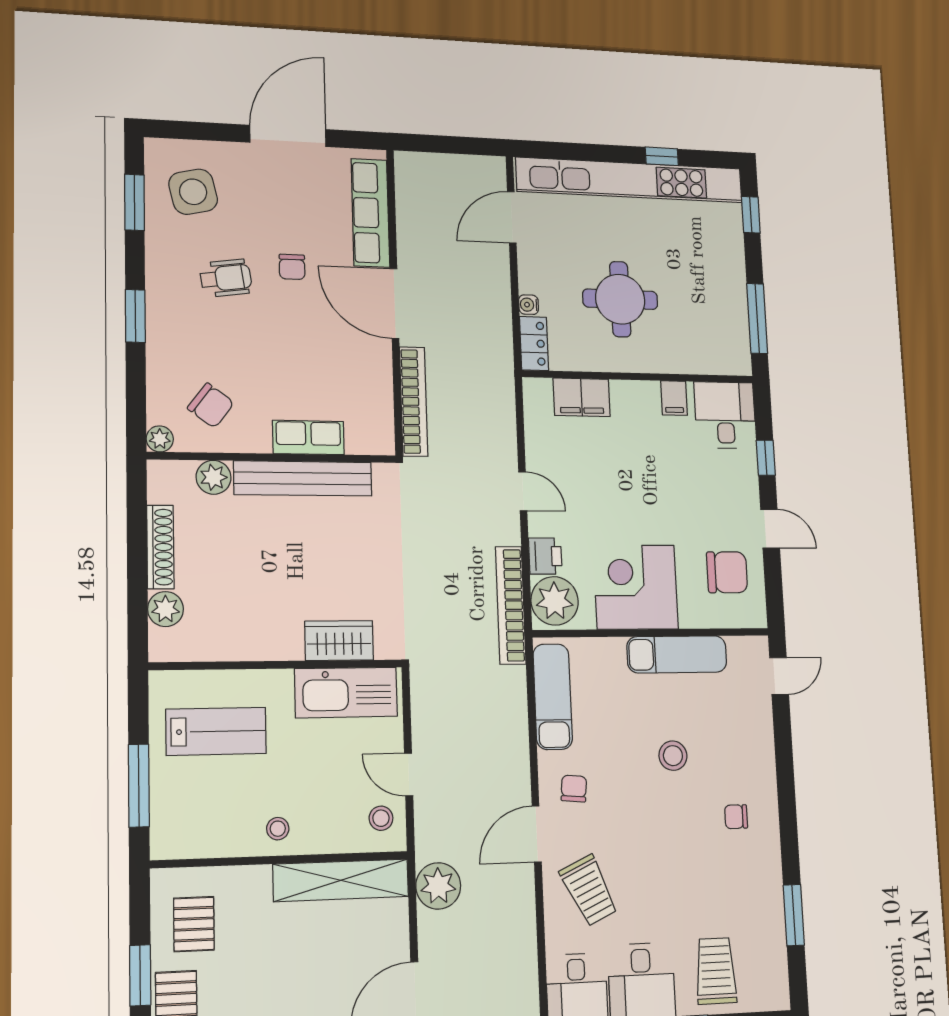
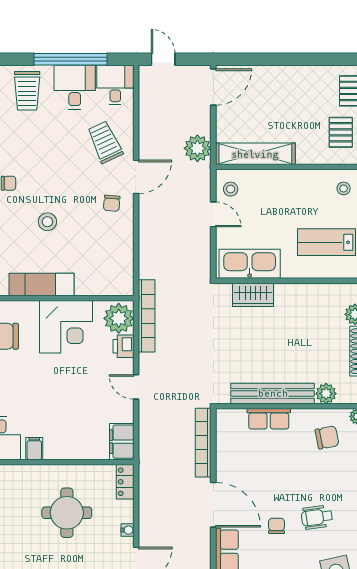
water cooler: (529, 305) -> (127, 530), moved
filing cabinet: (582, 397) -> (122, 442), moved, turned -90
chair: (211, 405) -> (327, 437), turned 132
exam couch: (553, 697) -> (123, 259), removed
stool: (278, 829) -> (344, 188), moved

